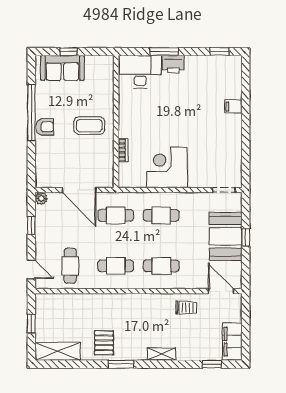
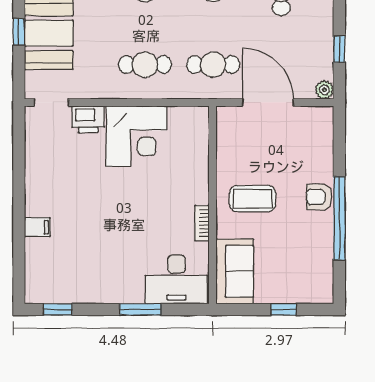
printer: (173, 64) -> (88, 119), moved, turned 180
sofa: (62, 68) -> (235, 271), moved, turned 90
bookcase: (123, 150) -> (202, 223), moved

